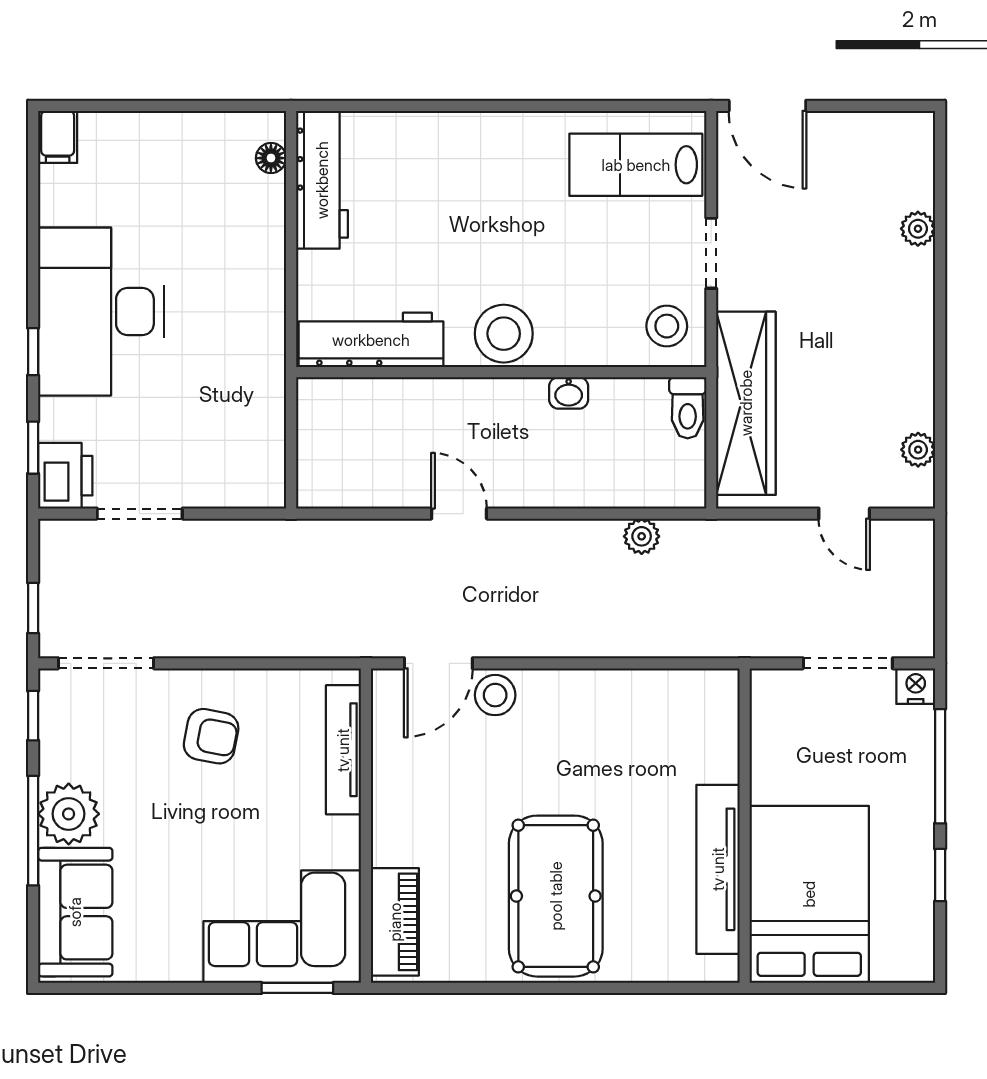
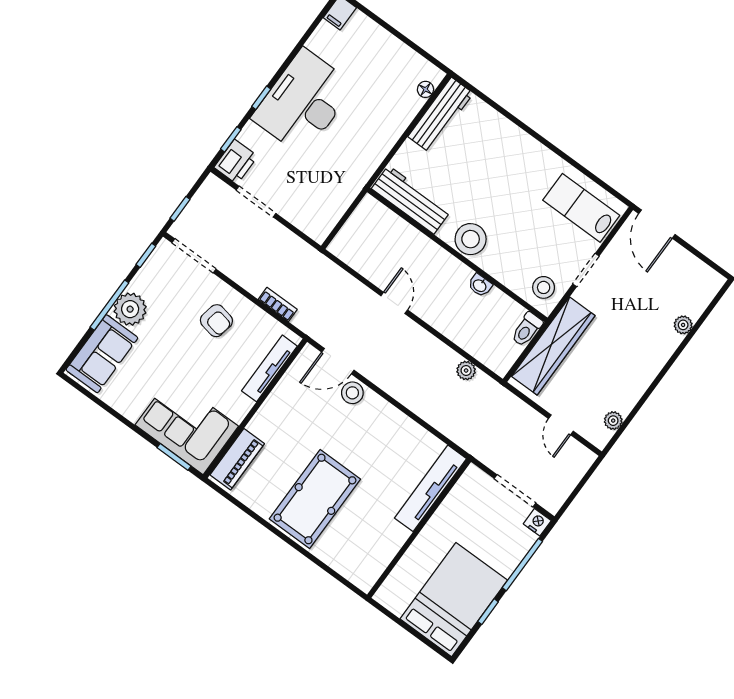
bookcase: (285, 644) -> (278, 304), added
tv unit: (718, 869) -> (431, 488), moved
bed: (809, 894) -> (454, 600), moved

